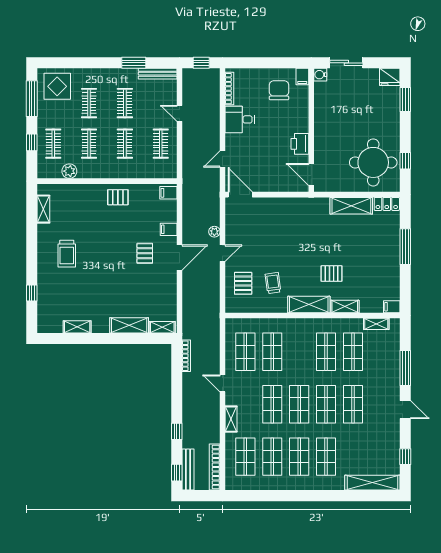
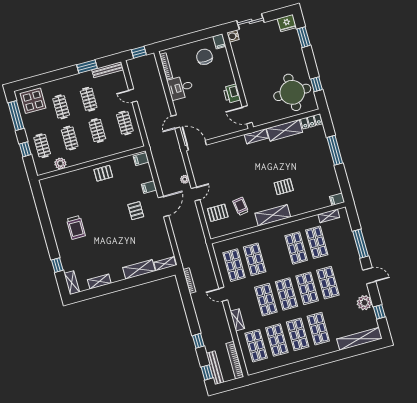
shelving: (43, 209) -> (72, 283), moved
pallet: (243, 283) -> (218, 213), turned 90
shelving: (345, 307) -> (256, 136), moved
plant: (390, 441) -> (364, 303), added

